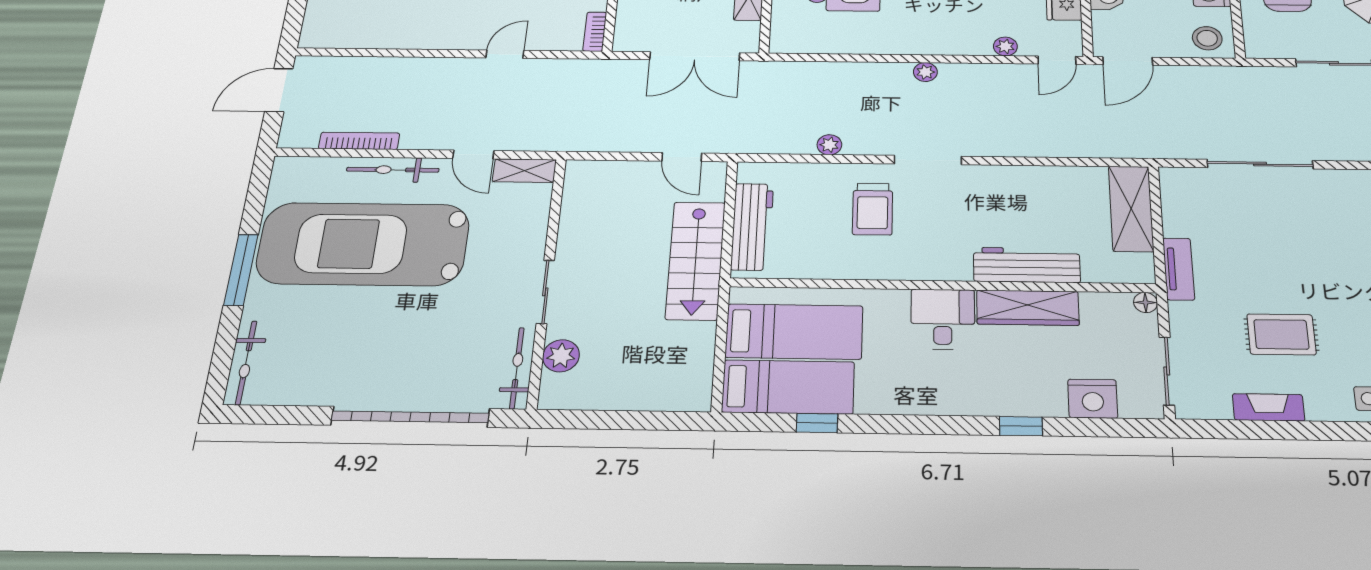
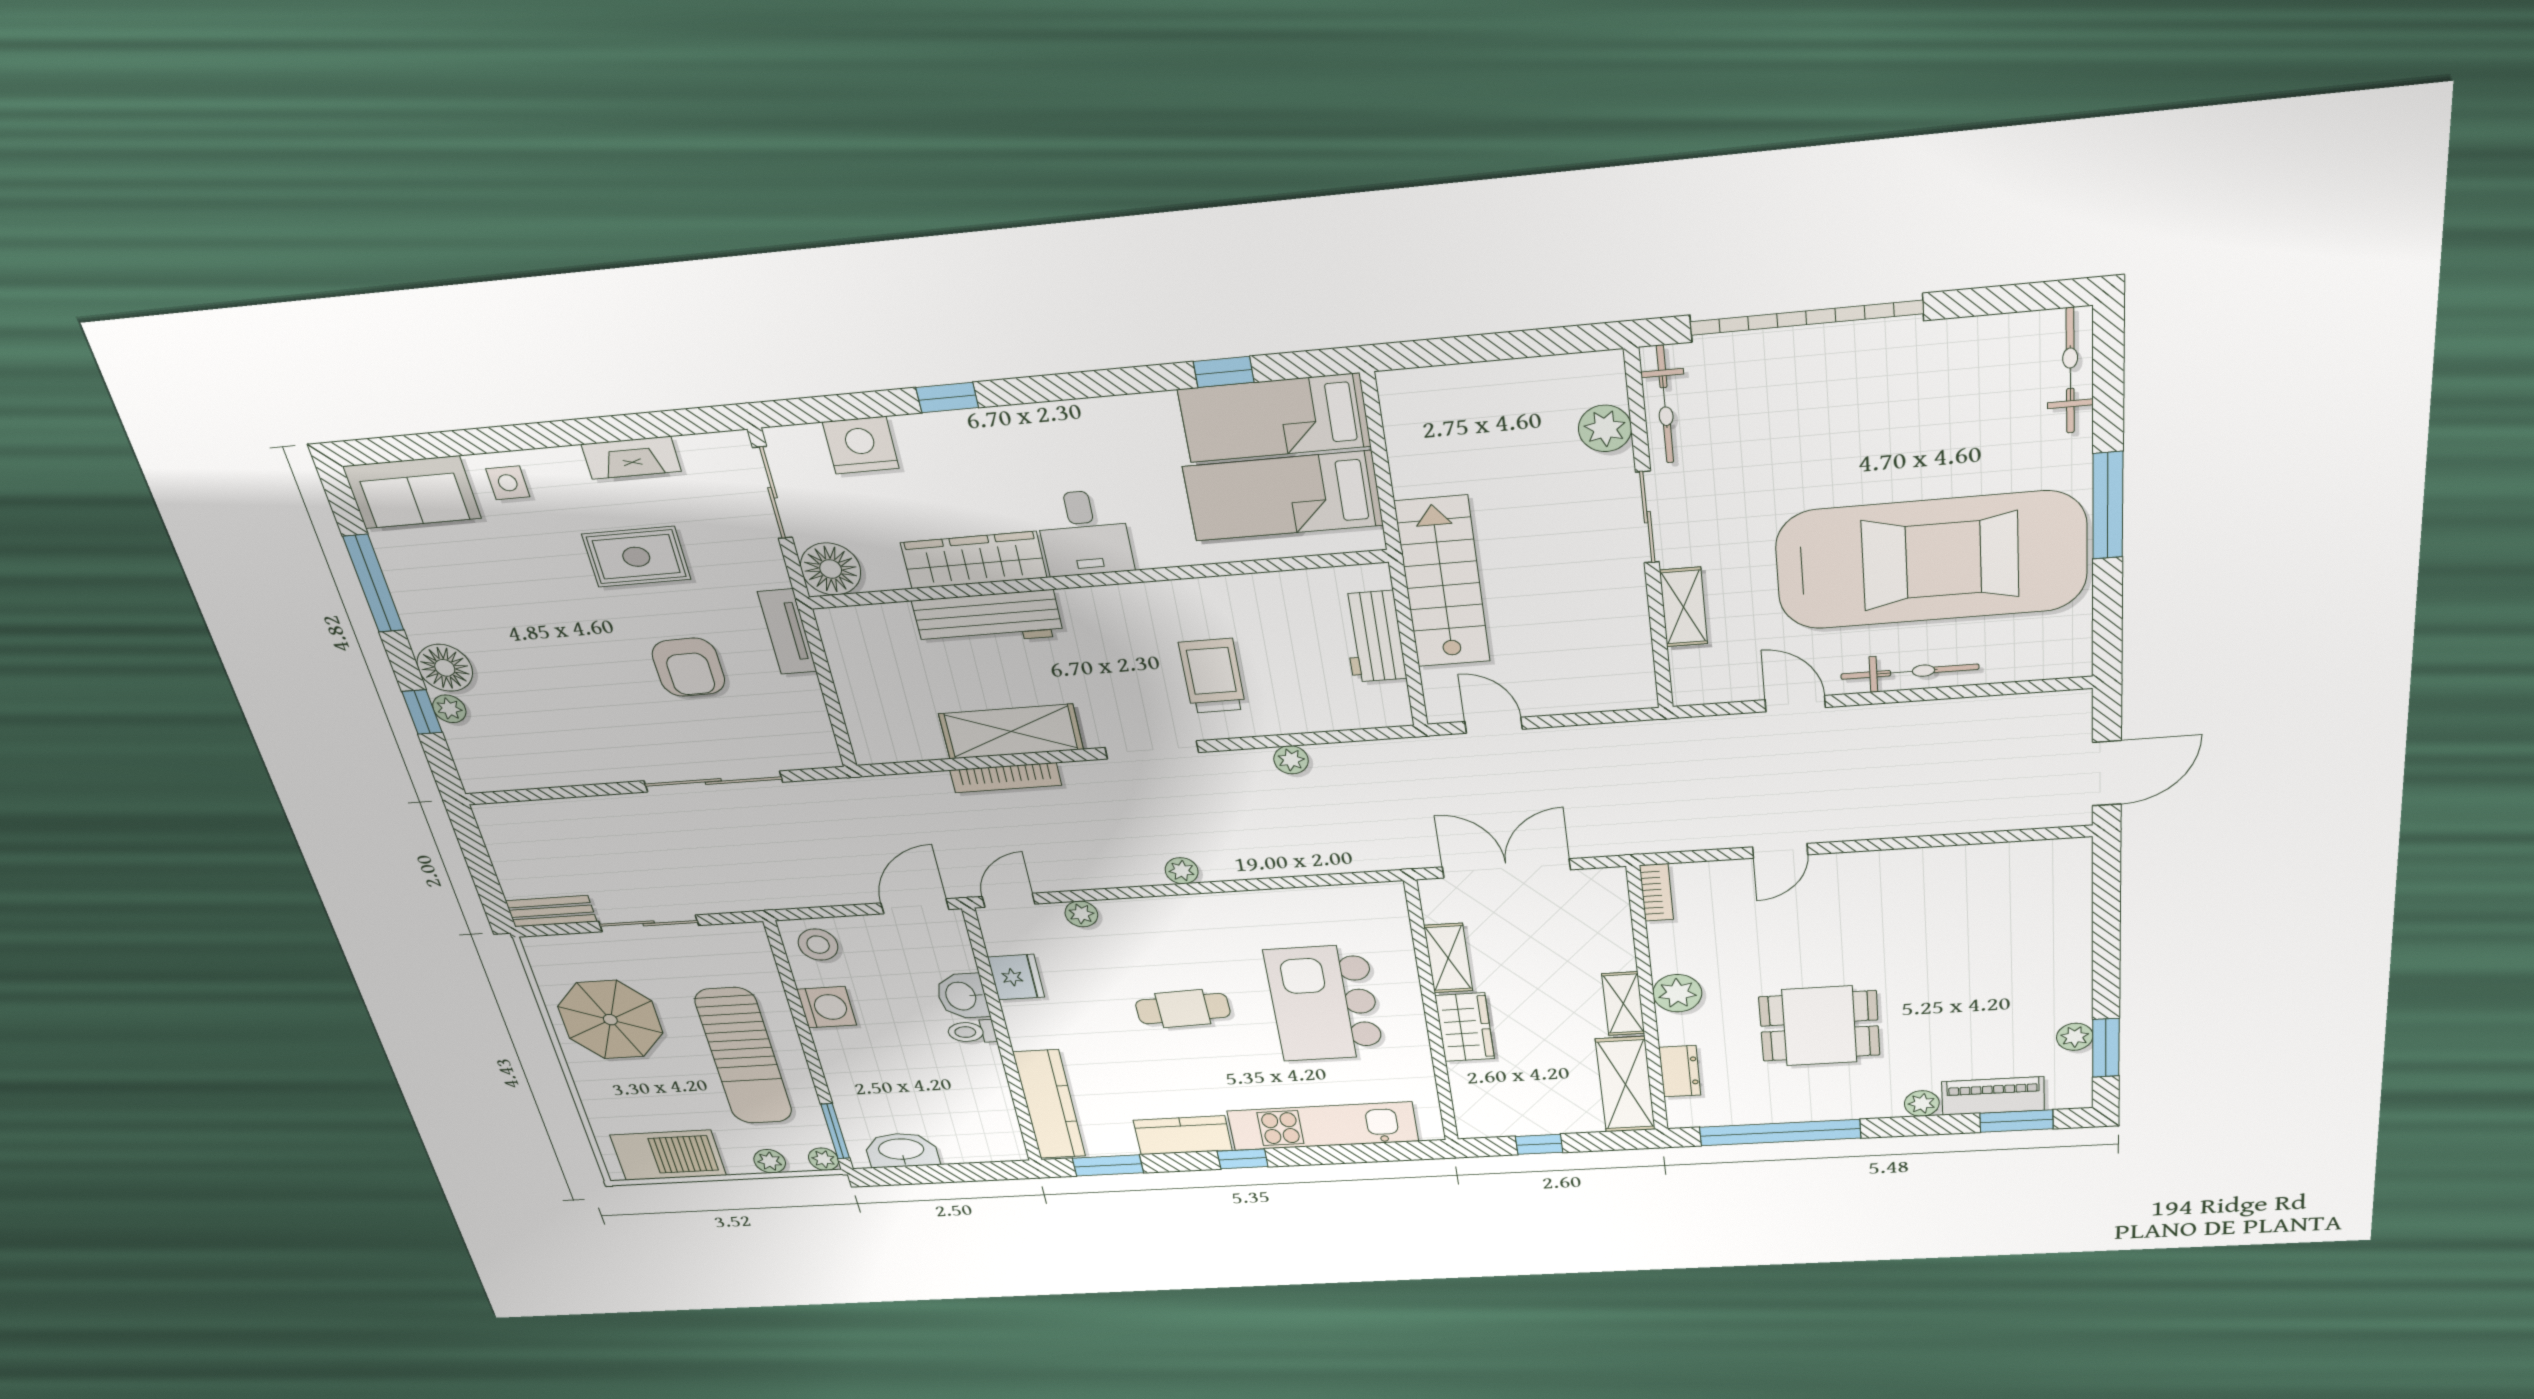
bookcase: (359, 141) -> (1006, 778), moved
shelving: (524, 171) -> (1684, 607), moved, turned 90
shelving: (1131, 209) -> (1011, 732), moved, turned 90
workbench: (752, 227) -> (1373, 637), width x0.73
armchair: (1260, 250) -> (688, 667), added
floor lamp: (1146, 302) -> (831, 569), width x1.89, depth x1.89

